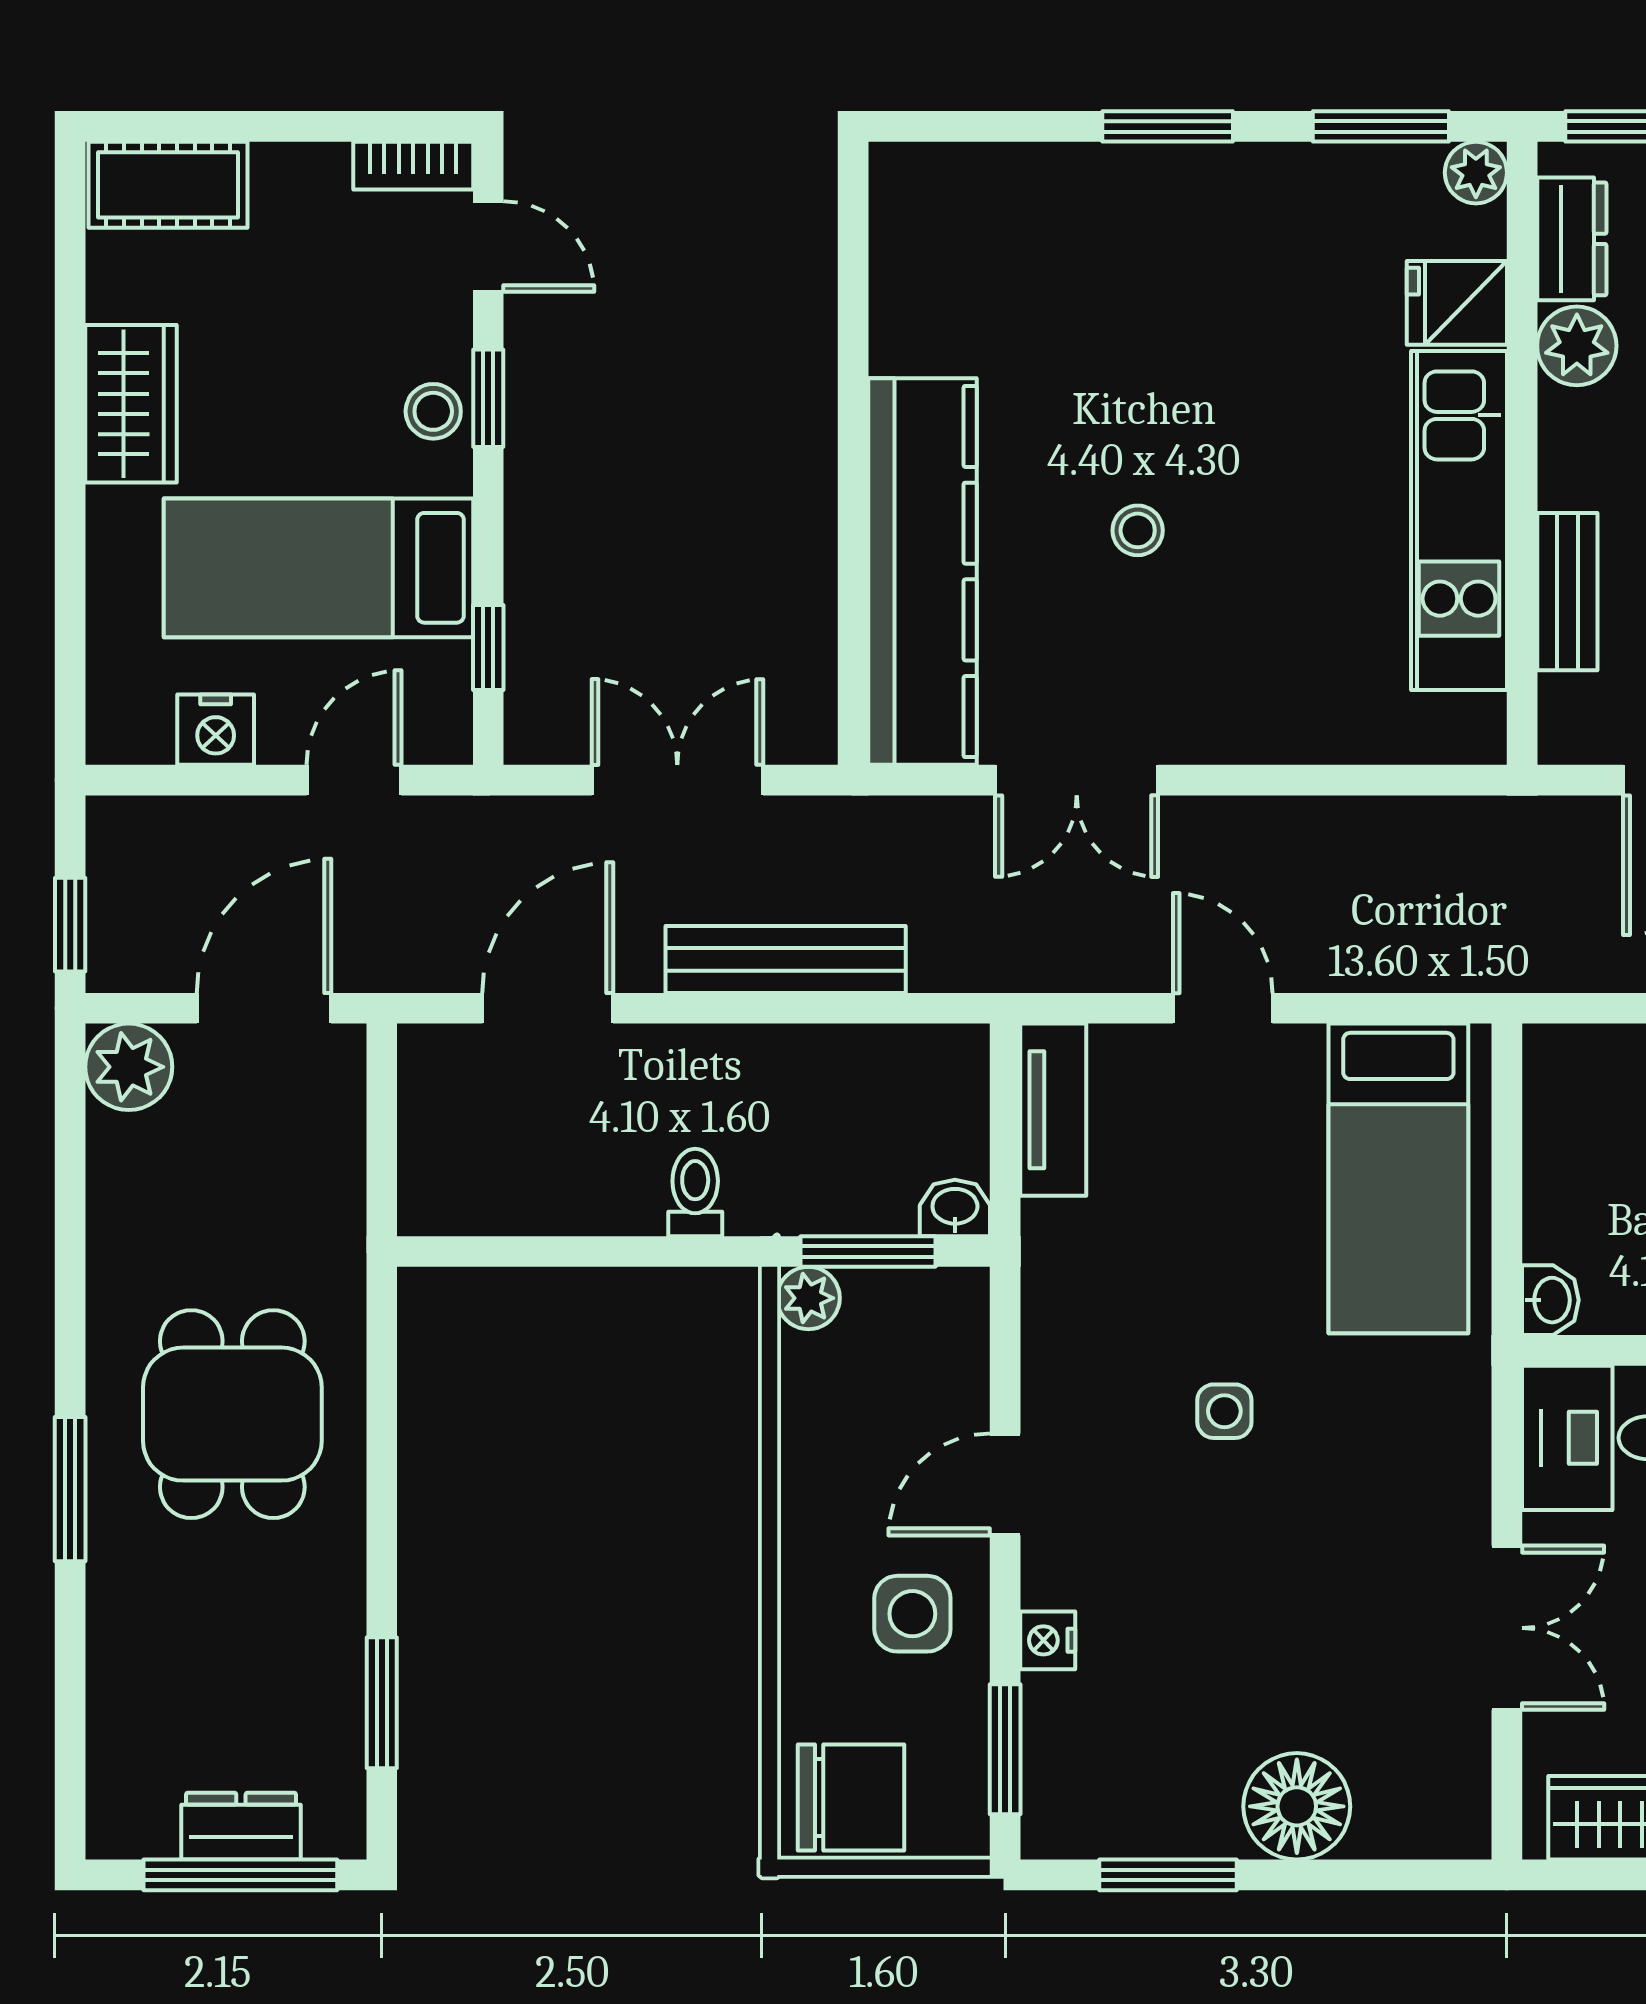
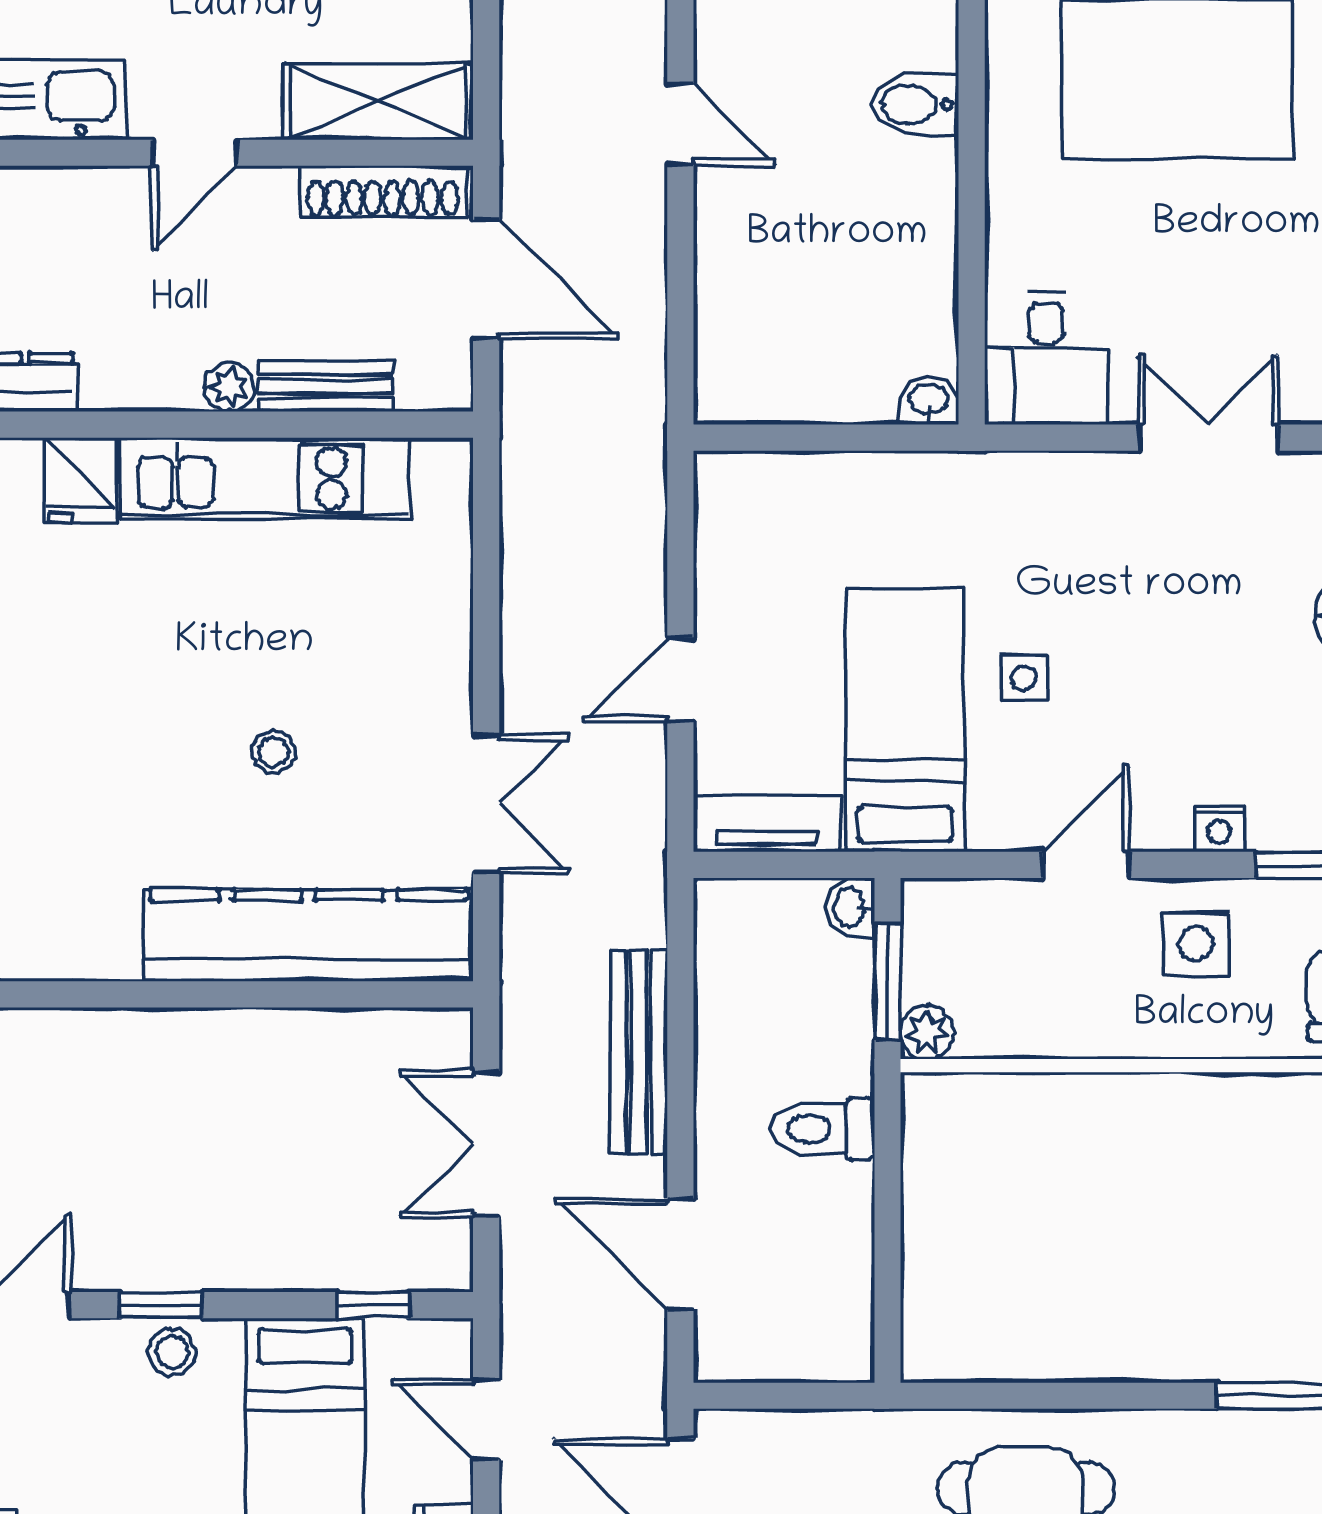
plant: (1577, 346) -> (229, 387), moved, width x0.73, depth x0.73
bed: (1398, 1178) -> (905, 720), moved, turned -90
toilet: (695, 1192) -> (823, 1129), width x1.37, depth x1.39
door: (1005, 1484) -> (1086, 865), swing flipped

